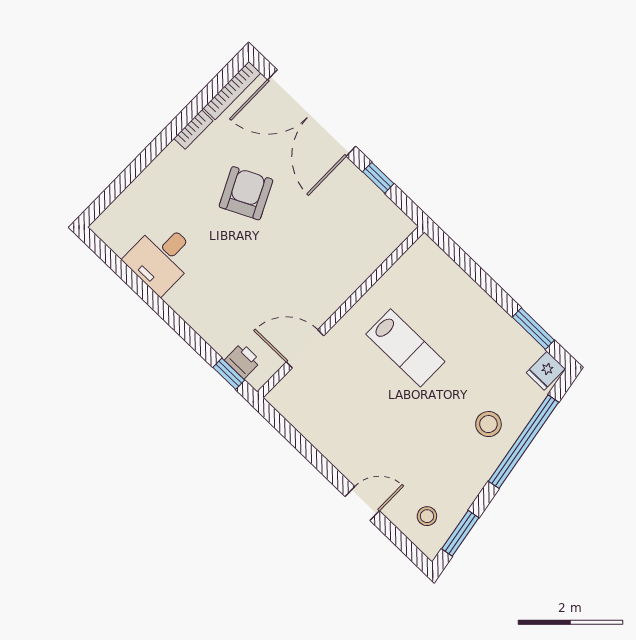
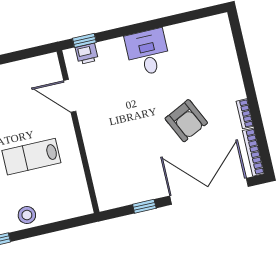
desk: (161, 258) -> (148, 52), moved
stool: (477, 309) -> (27, 215), added
door: (305, 349) -> (70, 96), swing flipped

